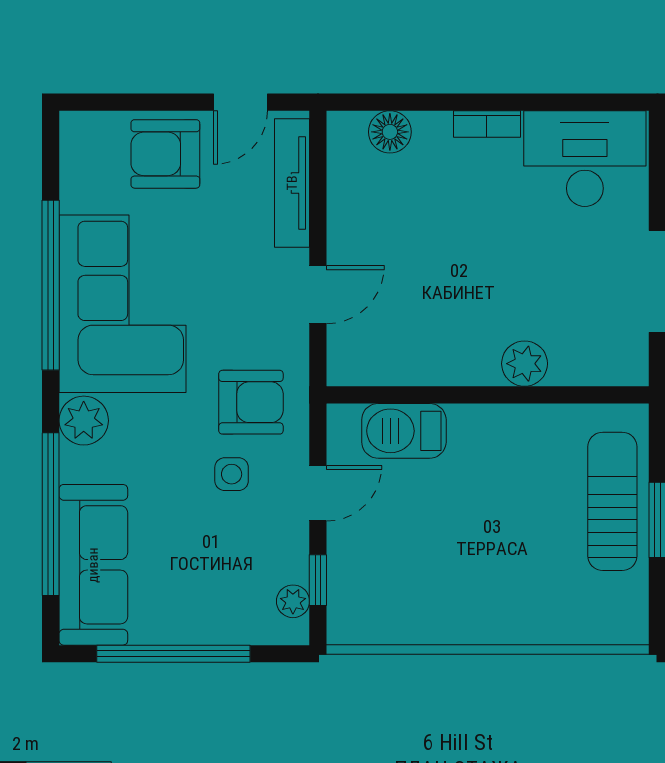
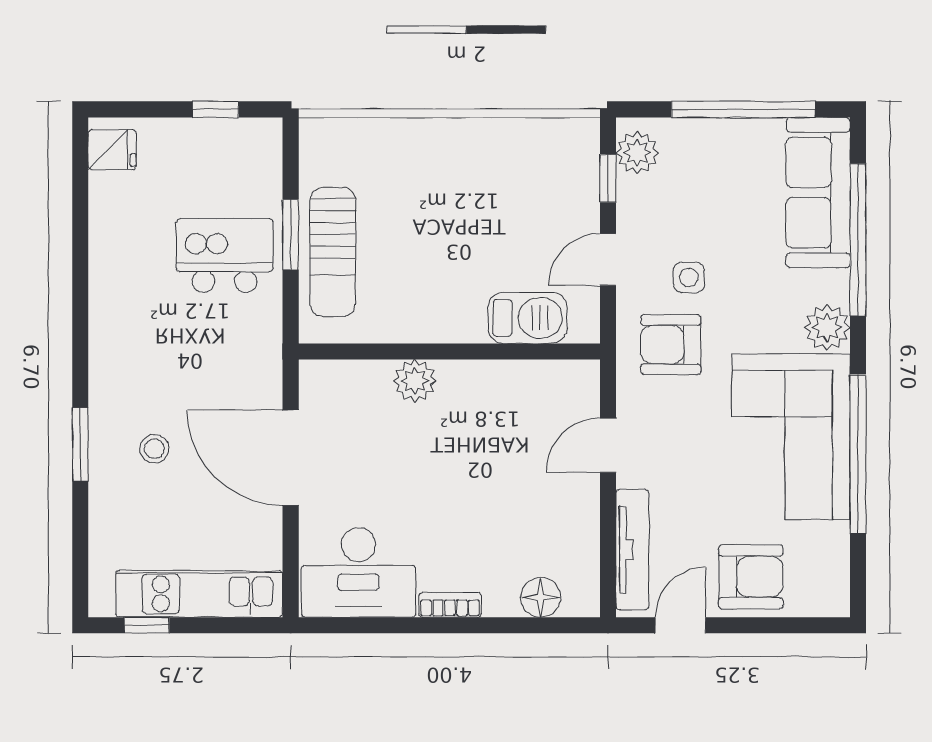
plant: (293, 601) -> (637, 153), width x1.38, depth x1.38

